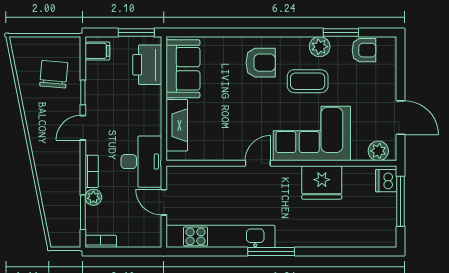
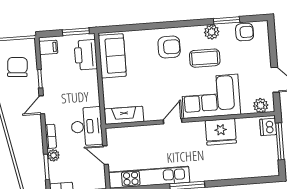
fireplace: (177, 125) -> (124, 115), moved, turned -90

